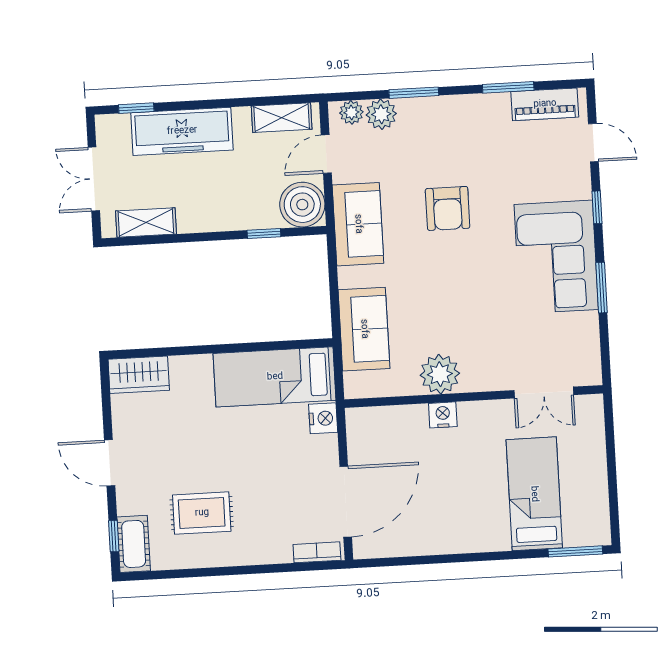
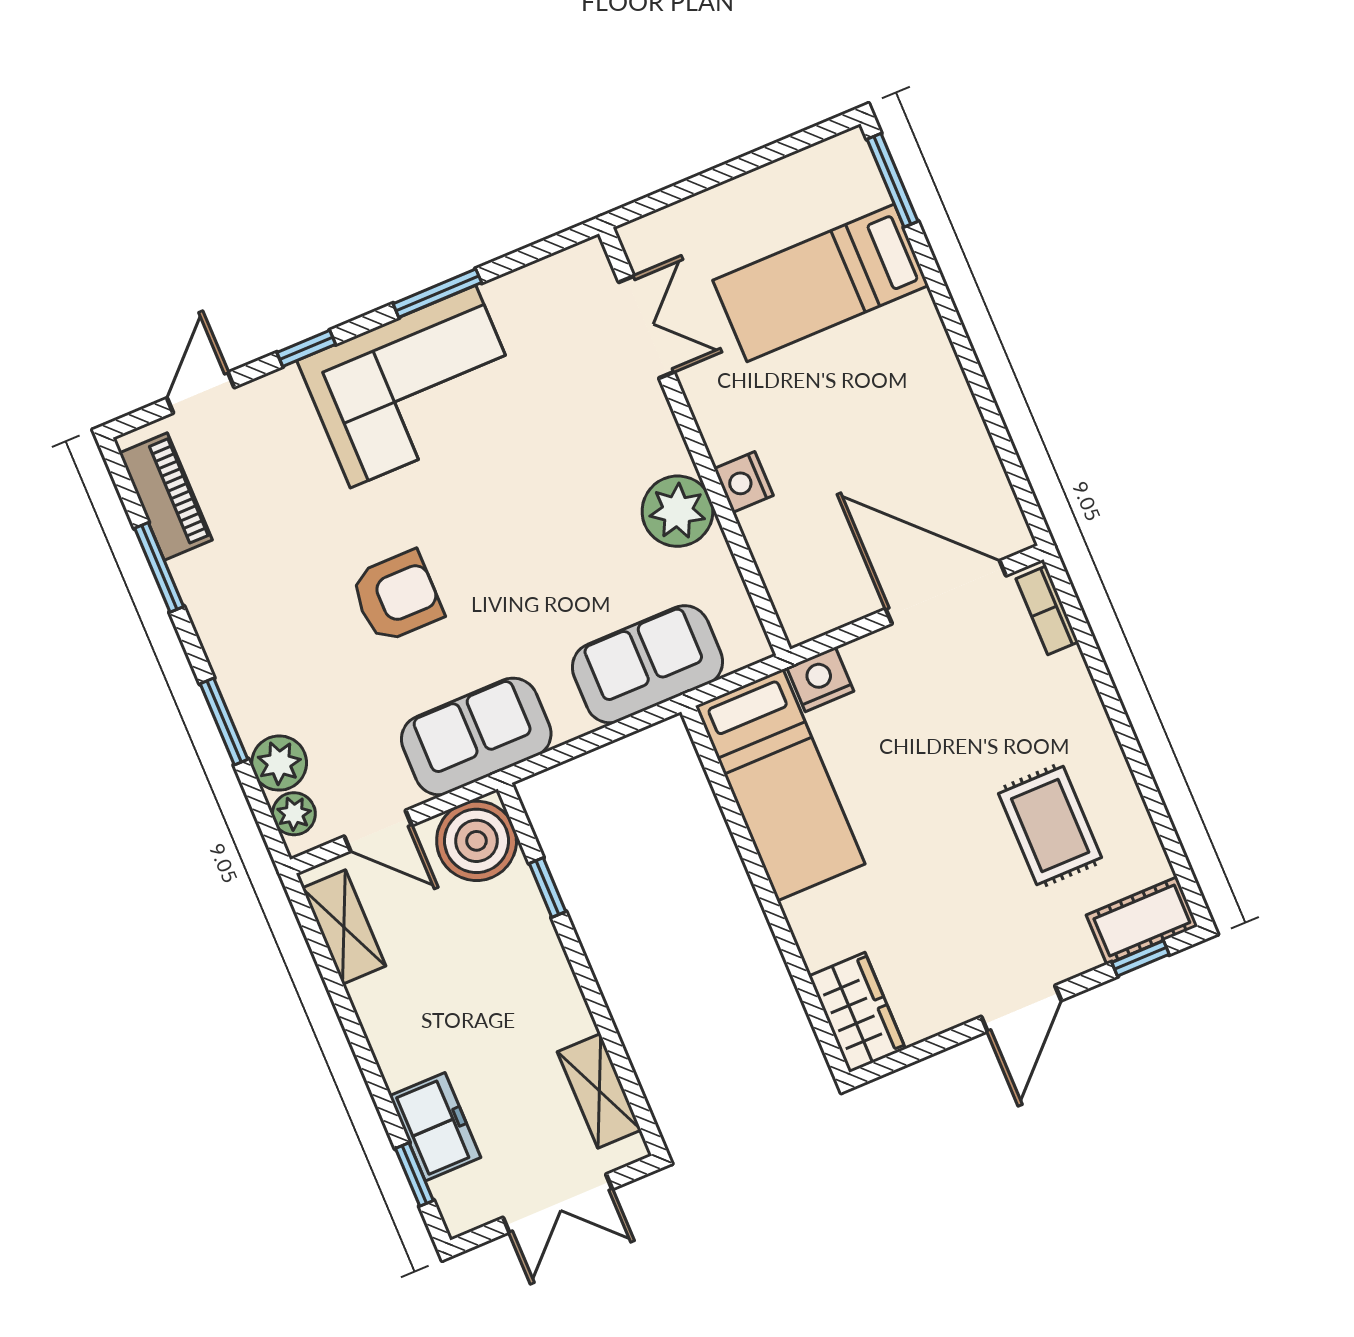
freezer: (182, 131) -> (435, 1127), width x0.52, depth x0.79

